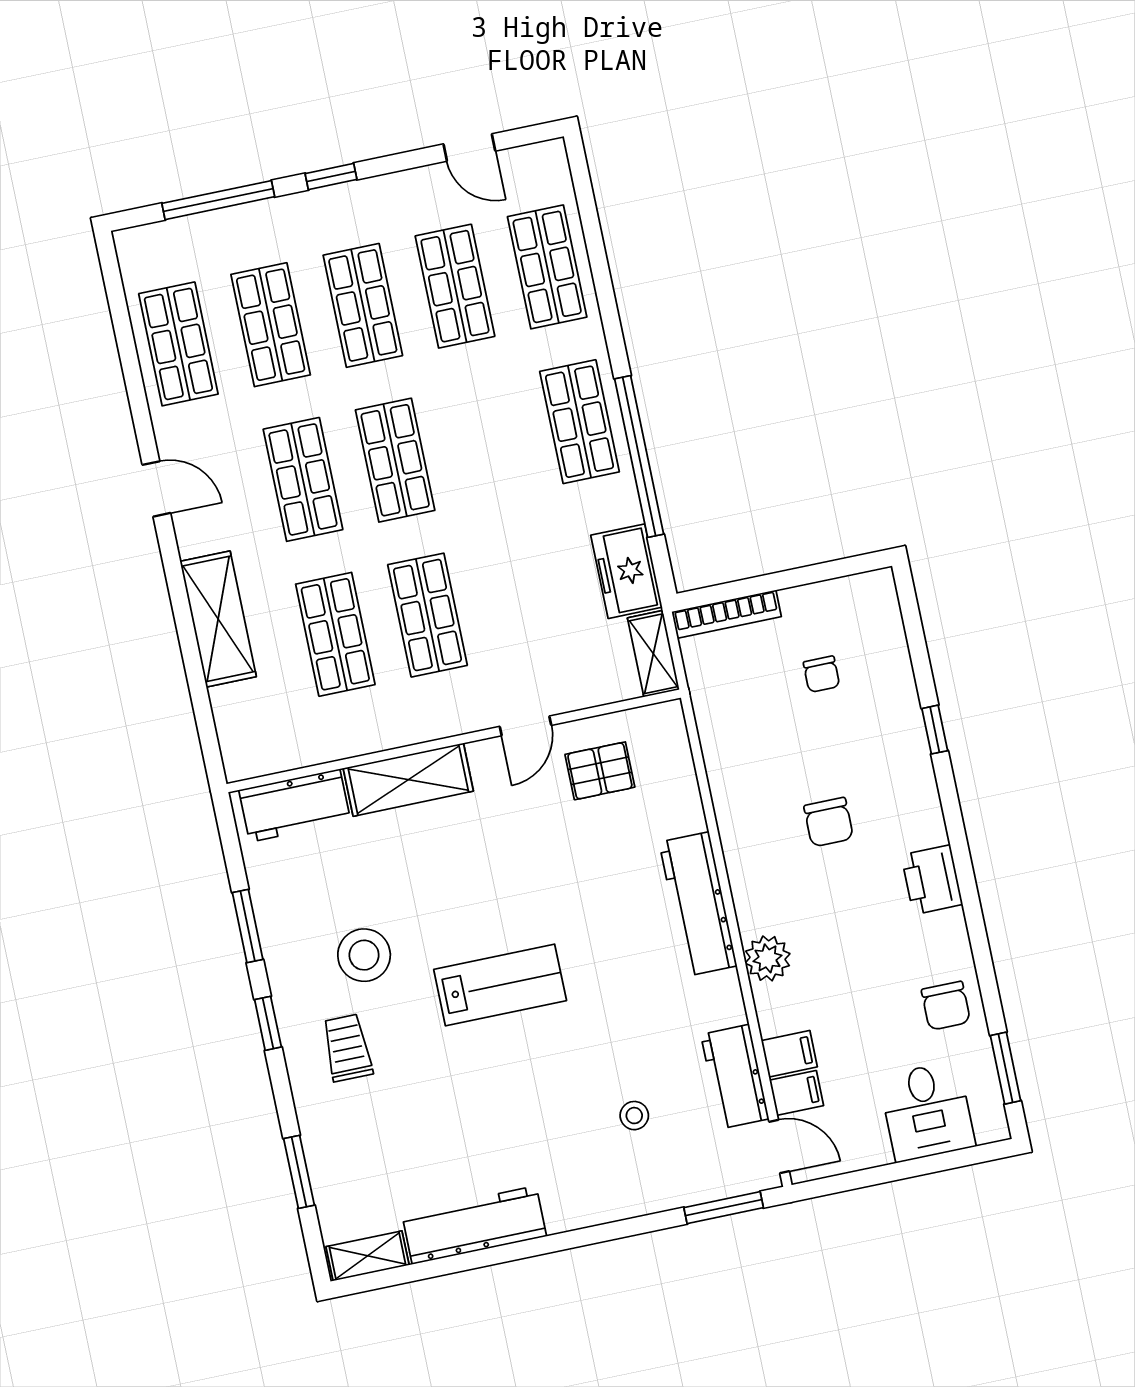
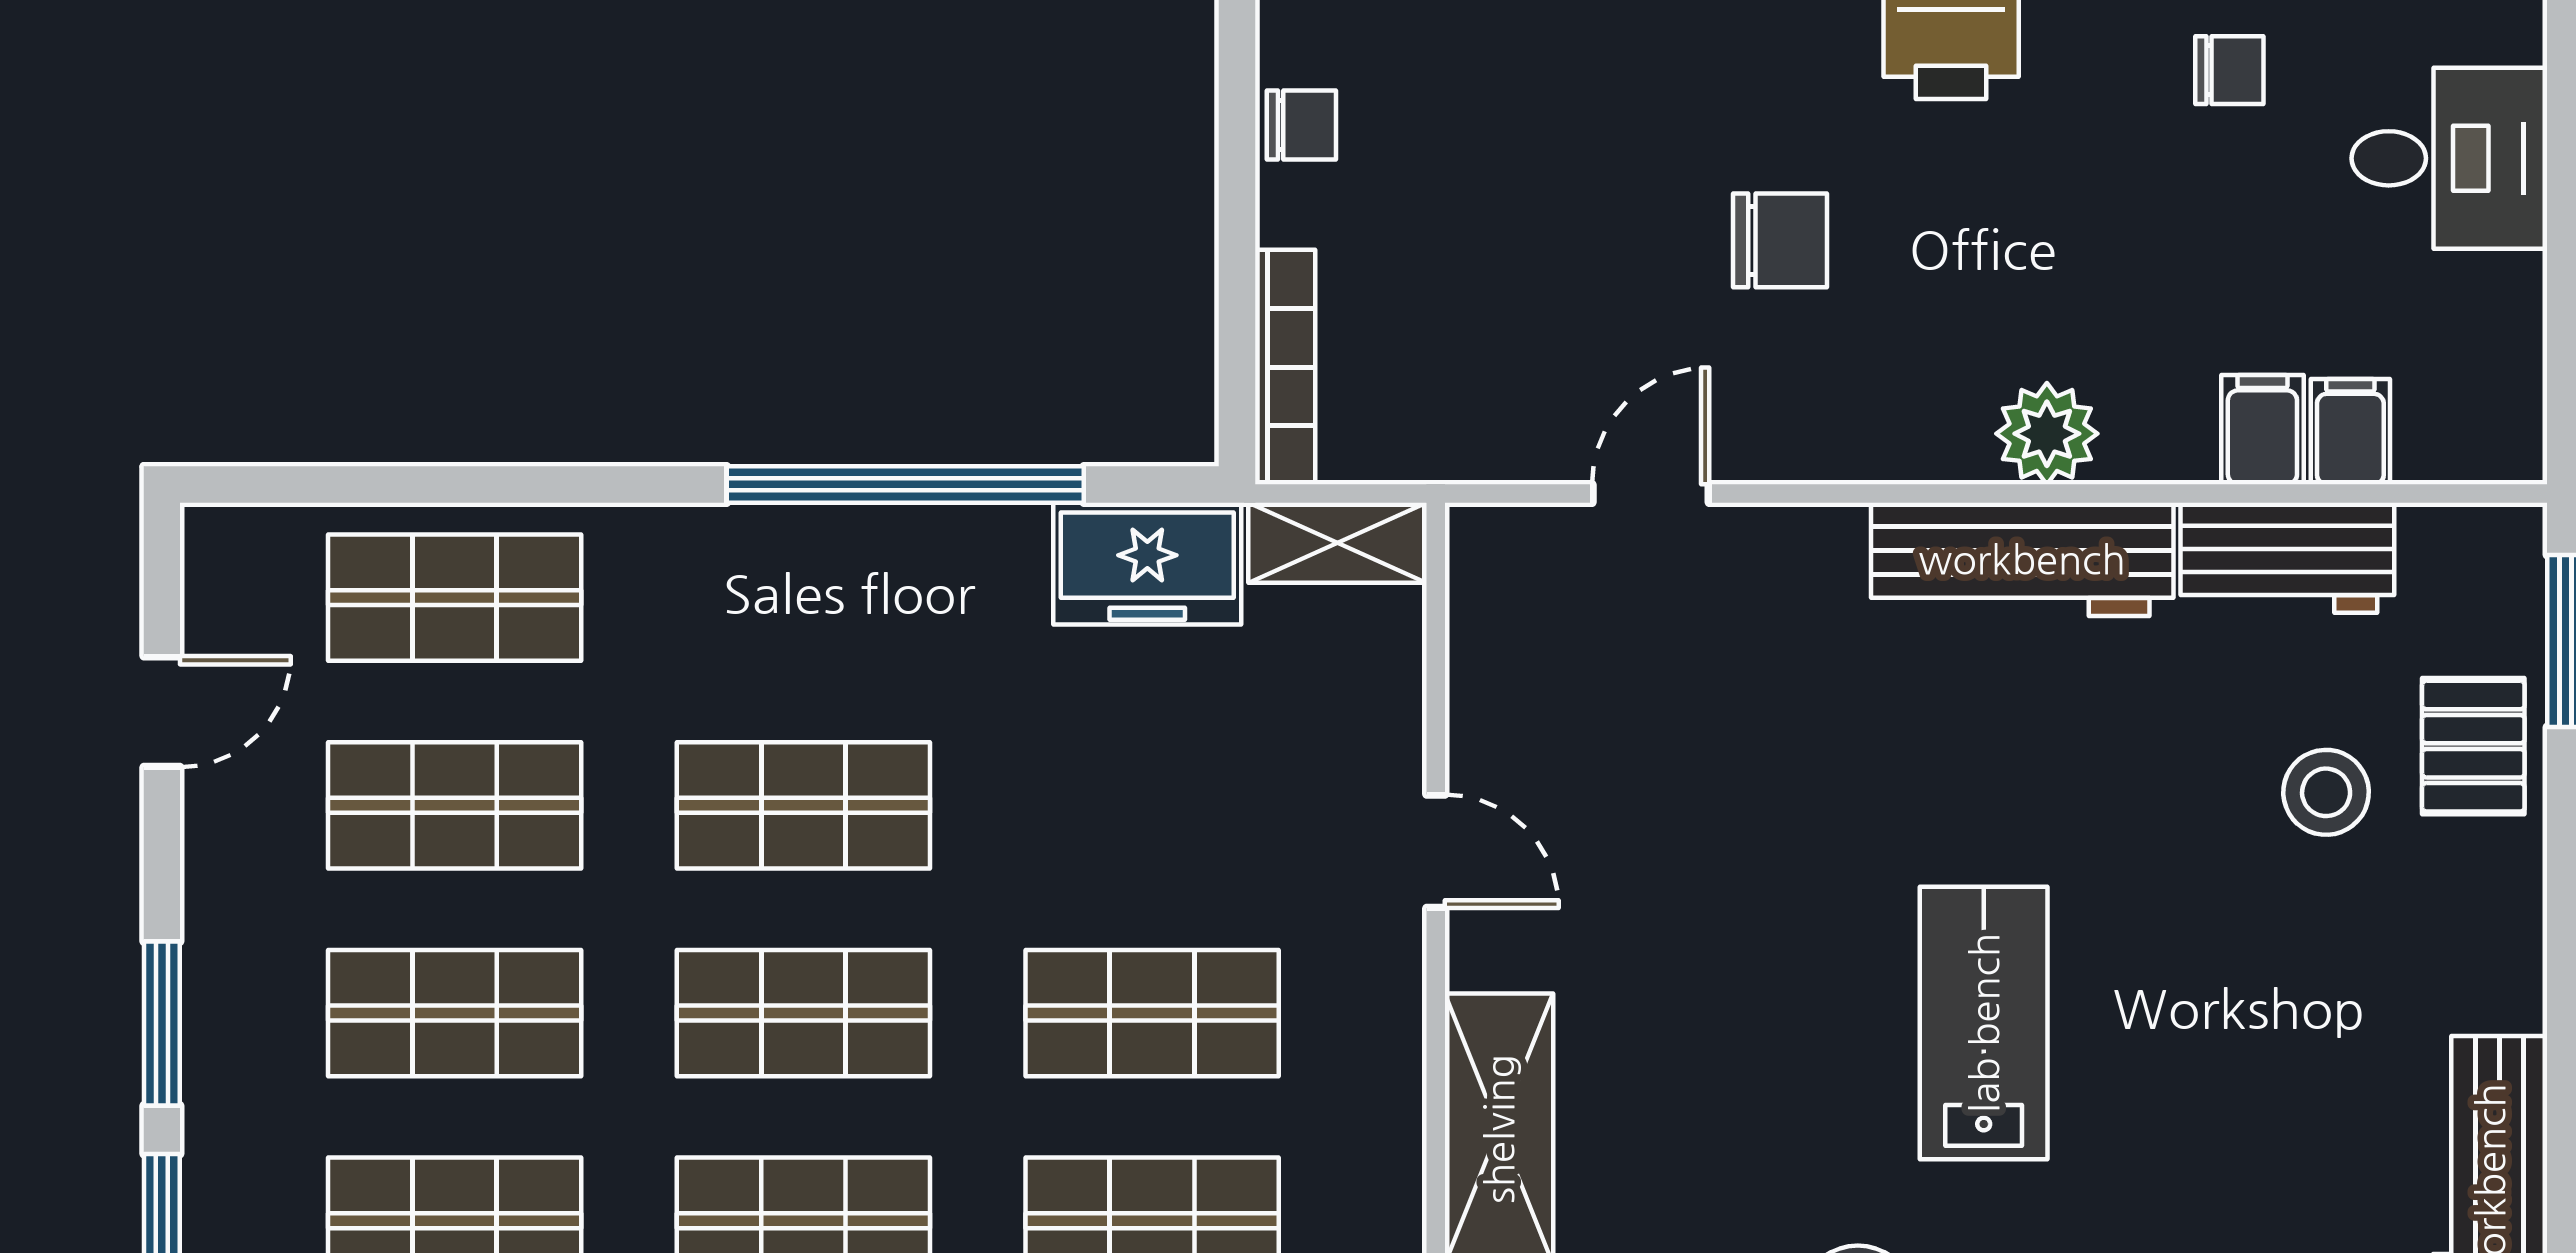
window: (331, 176) -> (162, 1024), width x1.50
shop shelf: (579, 422) -> (803, 805), moved
chair: (821, 674) -> (1301, 125), moved
pallet: (600, 771) -> (2473, 746), moved
workbench: (698, 904) -> (2022, 559), moved
chair: (946, 1006) -> (2229, 70), width x0.73, depth x0.73
stool: (634, 1116) -> (2326, 792), width x1.37, depth x1.37
door: (779, 1147) -> (1651, 493), moved

